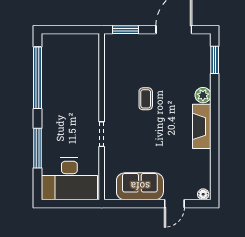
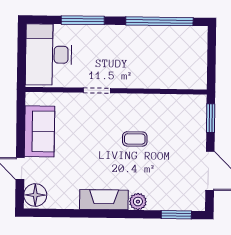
floor lamp: (203, 194) -> (35, 195), width x1.89, depth x1.89

